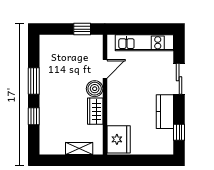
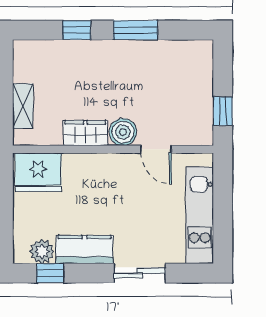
plant: (166, 137) -> (42, 252), added

